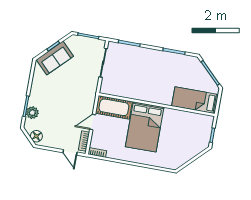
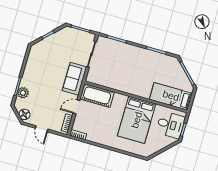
sofa: (55, 58) -> (74, 79), moved, turned 135
bed: (145, 127) -> (137, 120), moved
desk: (198, 131) -> (171, 125), added
door: (70, 152) -> (42, 129), moved

